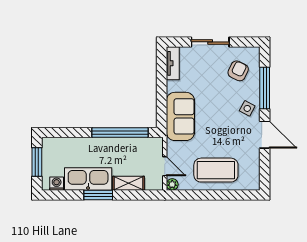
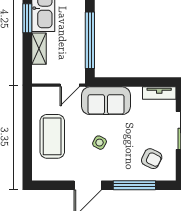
side table: (247, 108) -> (100, 143), moved
door: (165, 166) -> (70, 85), moved
plant: (172, 184) -> (38, 93), removed

